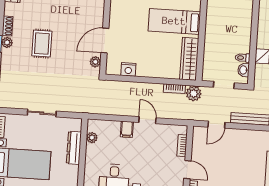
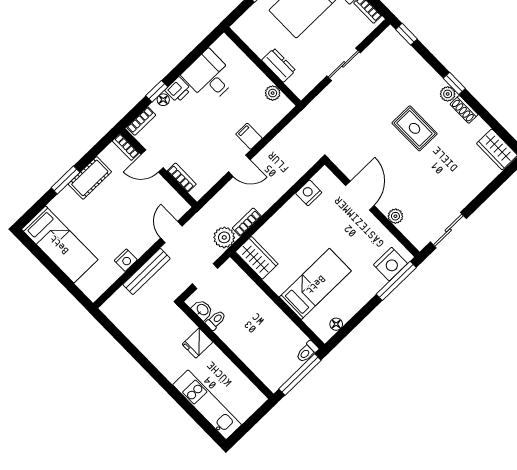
wardrobe: (189, 59) -> (257, 258), width x0.67
plant: (95, 62) -> (395, 216), moved
nightstand: (254, 136) -> (126, 260), added
dresser: (74, 148) -> (279, 65), width x0.70

